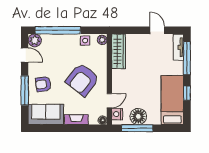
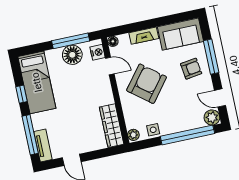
door: (109, 101) -> (110, 66), swing flipped

